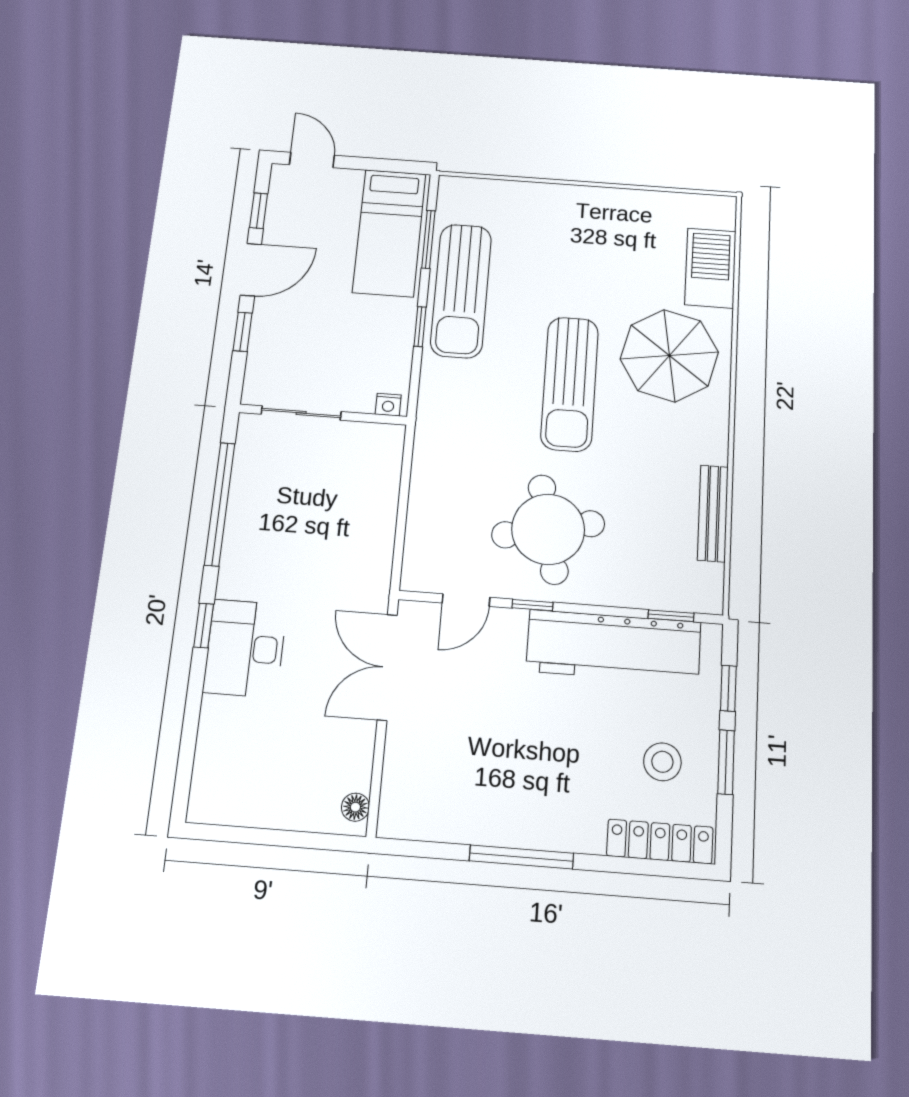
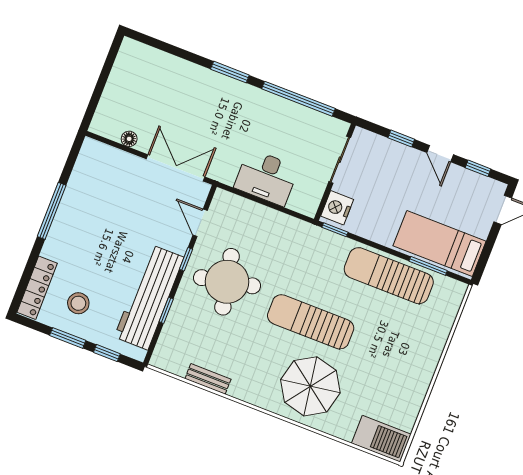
barbecue: (710, 268) -> (381, 439), moved
door: (251, 270) -> (440, 154), width x0.73
window: (420, 327) -> (335, 230), moved
nightstand: (388, 405) -> (337, 208), width x1.89, depth x1.79
bench: (713, 513) -> (208, 379), width x0.73
window: (671, 616) -> (166, 310), moved
window: (204, 626) -> (230, 72), width x1.50
desk: (245, 648) -> (266, 177), moved, turned 180
floor lamp: (355, 807) -> (129, 139), moved

